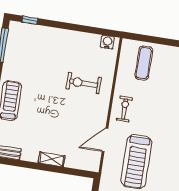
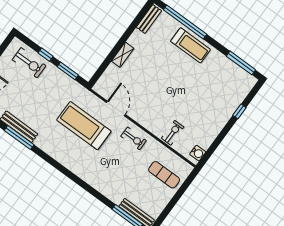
window: (30, 20) -> (239, 111), moved
exercise bike: (84, 83) -> (173, 133), moved, width x0.73, depth x0.72

